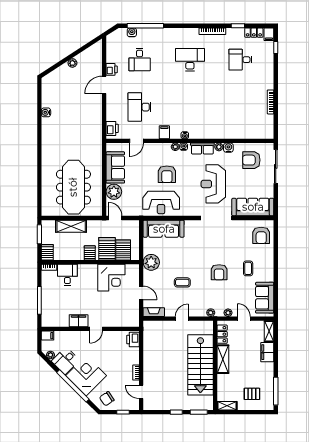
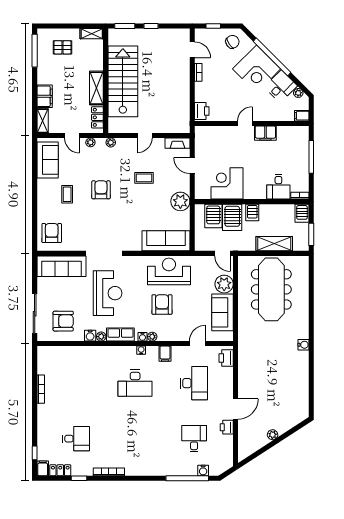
desk: (190, 60) -> (135, 383), moved
water cooler: (46, 112) -> (304, 345), moved

